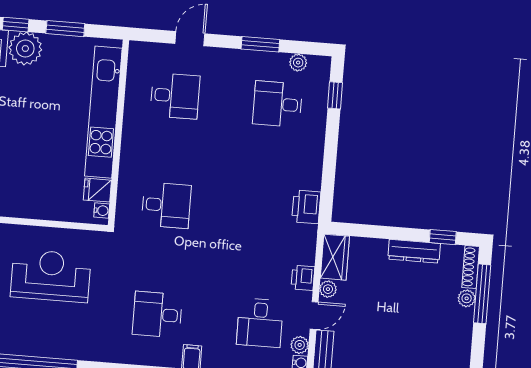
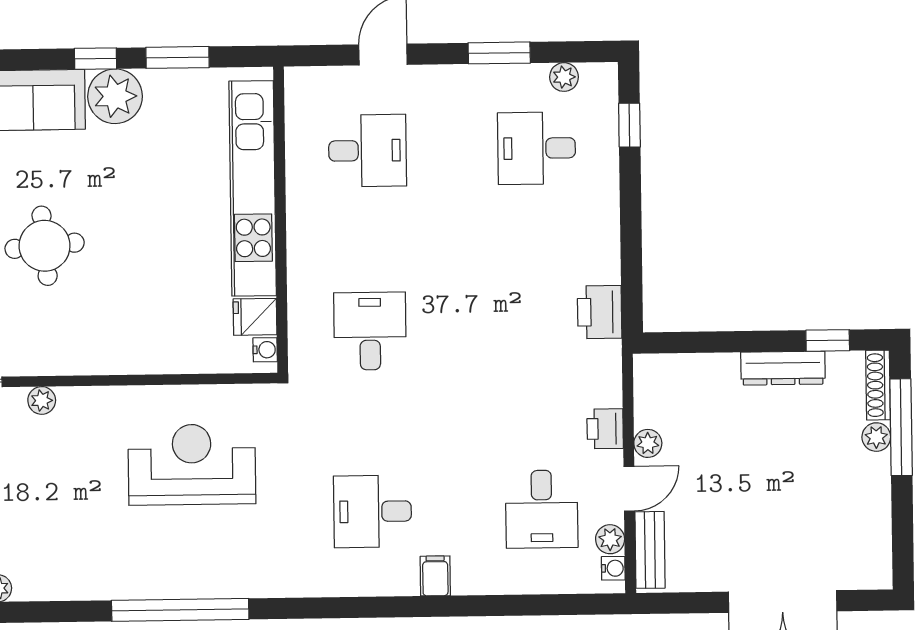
desk: (166, 205) -> (370, 331), turned -90
wardrobe: (335, 257) -> (654, 390), removed

